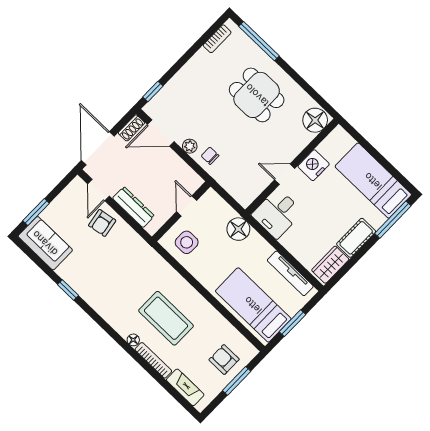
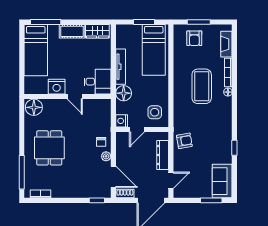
nightstand: (211, 199) -> (122, 121), added
armchair: (102, 223) -> (184, 141), moved
tv unit: (290, 273) -> (121, 67), moved

